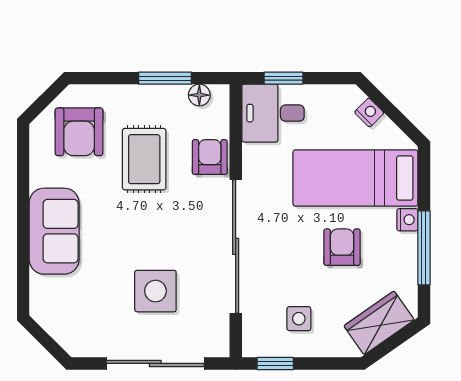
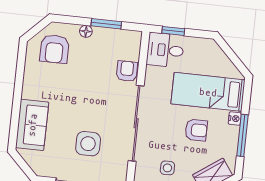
floor lamp: (199, 95) -> (86, 31), moved
nightstand: (369, 113) -> (220, 56), removed
rug: (144, 159) -> (90, 68), removed
sofa: (54, 231) -> (32, 125), moved
armchair: (342, 247) -> (196, 130), turned 90

